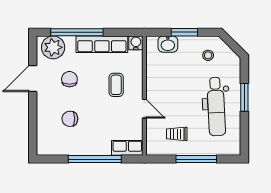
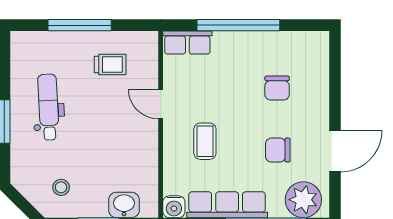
chair: (69, 79) -> (278, 150), turned 90
dental chair: (216, 107) -> (48, 107), width x0.73, depth x0.72
chair: (70, 119) -> (277, 88), turned 90

